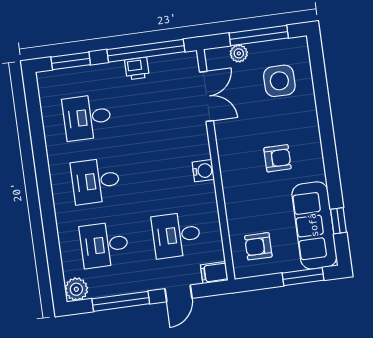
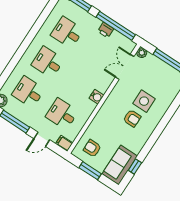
plant: (239, 53) -> (142, 53), moved
side table: (279, 81) -> (144, 101), moved
double door: (206, 96) -> (125, 67), swing flipped
sofa: (314, 225) -> (120, 165), width x0.73
window: (303, 277) -> (90, 171), moved

